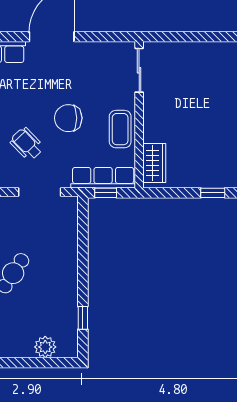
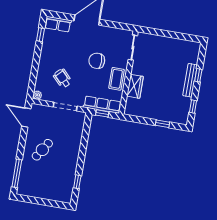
chair: (68, 118) -> (97, 61), moved
wardrobe: (154, 163) -> (135, 86), moved
plant: (45, 347) -> (53, 194), removed

